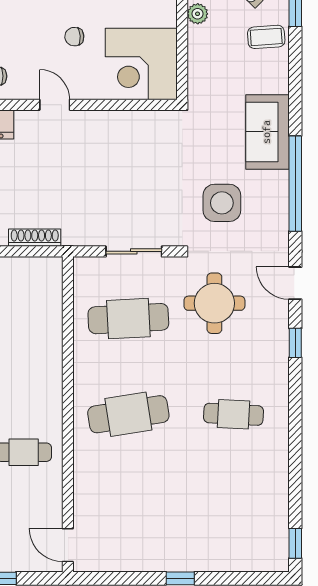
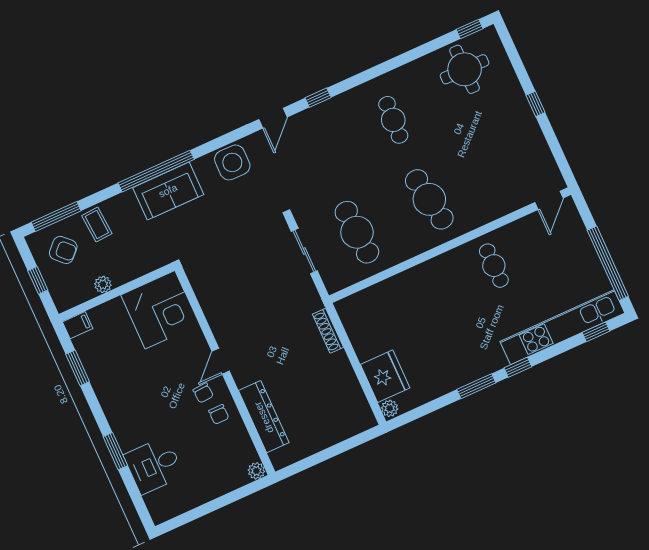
chair: (74, 37) -> (203, 393), moved
window: (295, 184) -> (156, 171), moved
side table: (222, 203) -> (232, 162), moved
round table: (214, 303) -> (465, 69), moved

